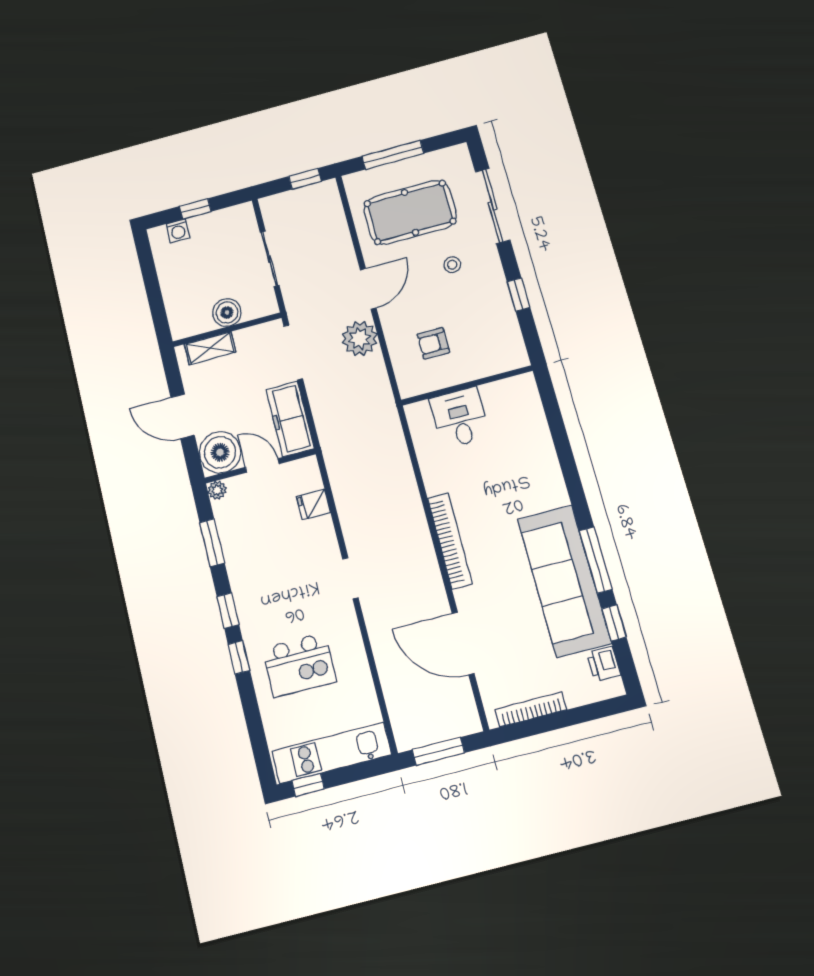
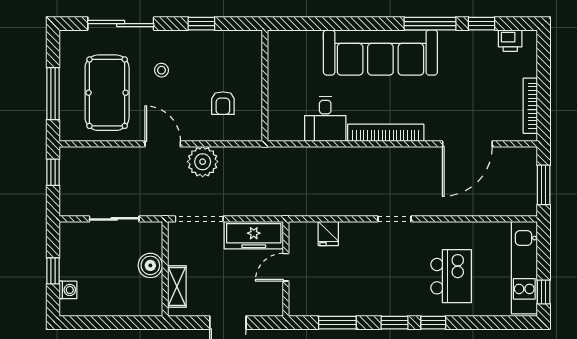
desk: (460, 418) -> (325, 119), moved, turned -90
boiler: (220, 452) -> (266, 299), removed
plant: (217, 490) -> (296, 309), removed
sofa: (564, 581) -> (380, 52), moved

